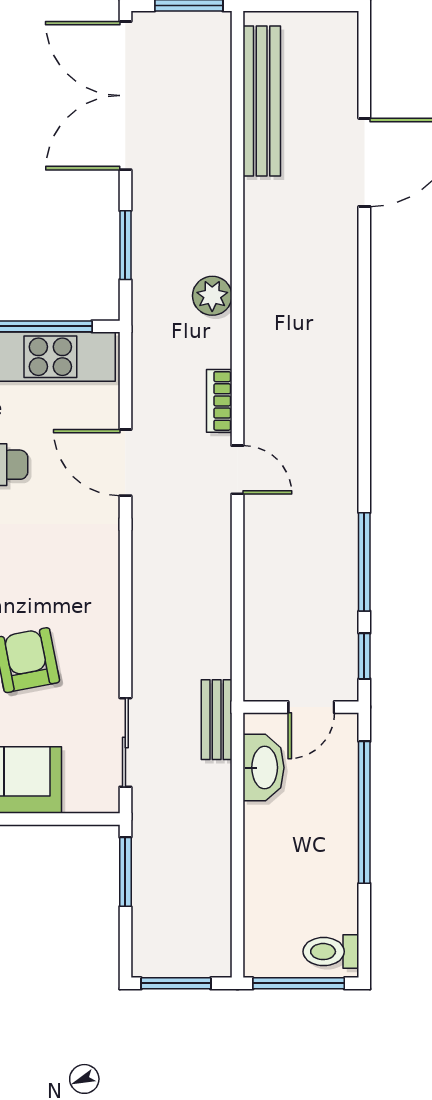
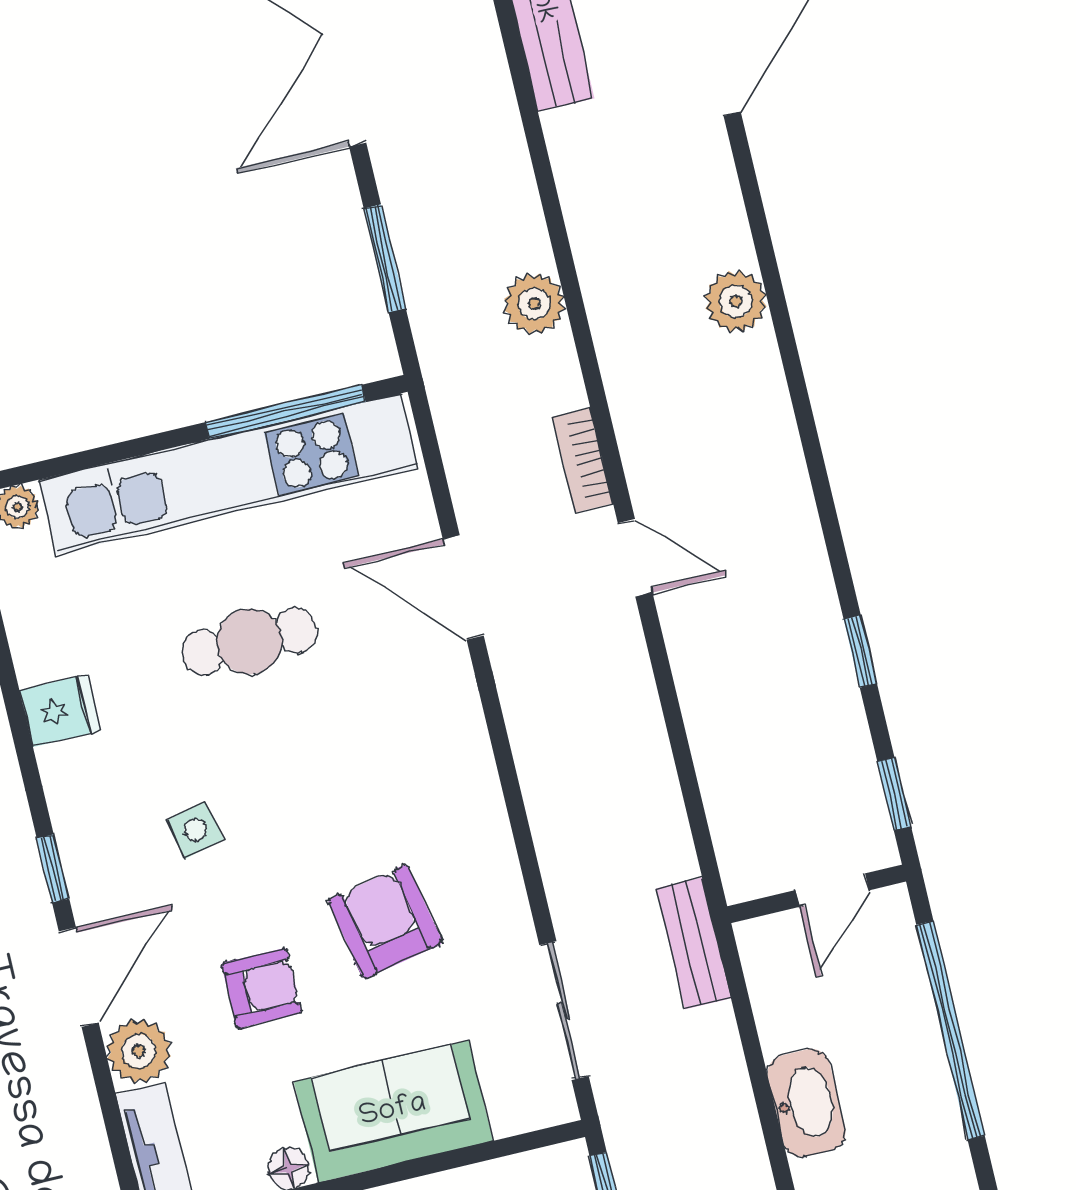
plant: (339, 324) -> (736, 301), added
window: (364, 562) -> (860, 651), width x0.46
washbasin: (263, 768) -> (807, 1103), moved

